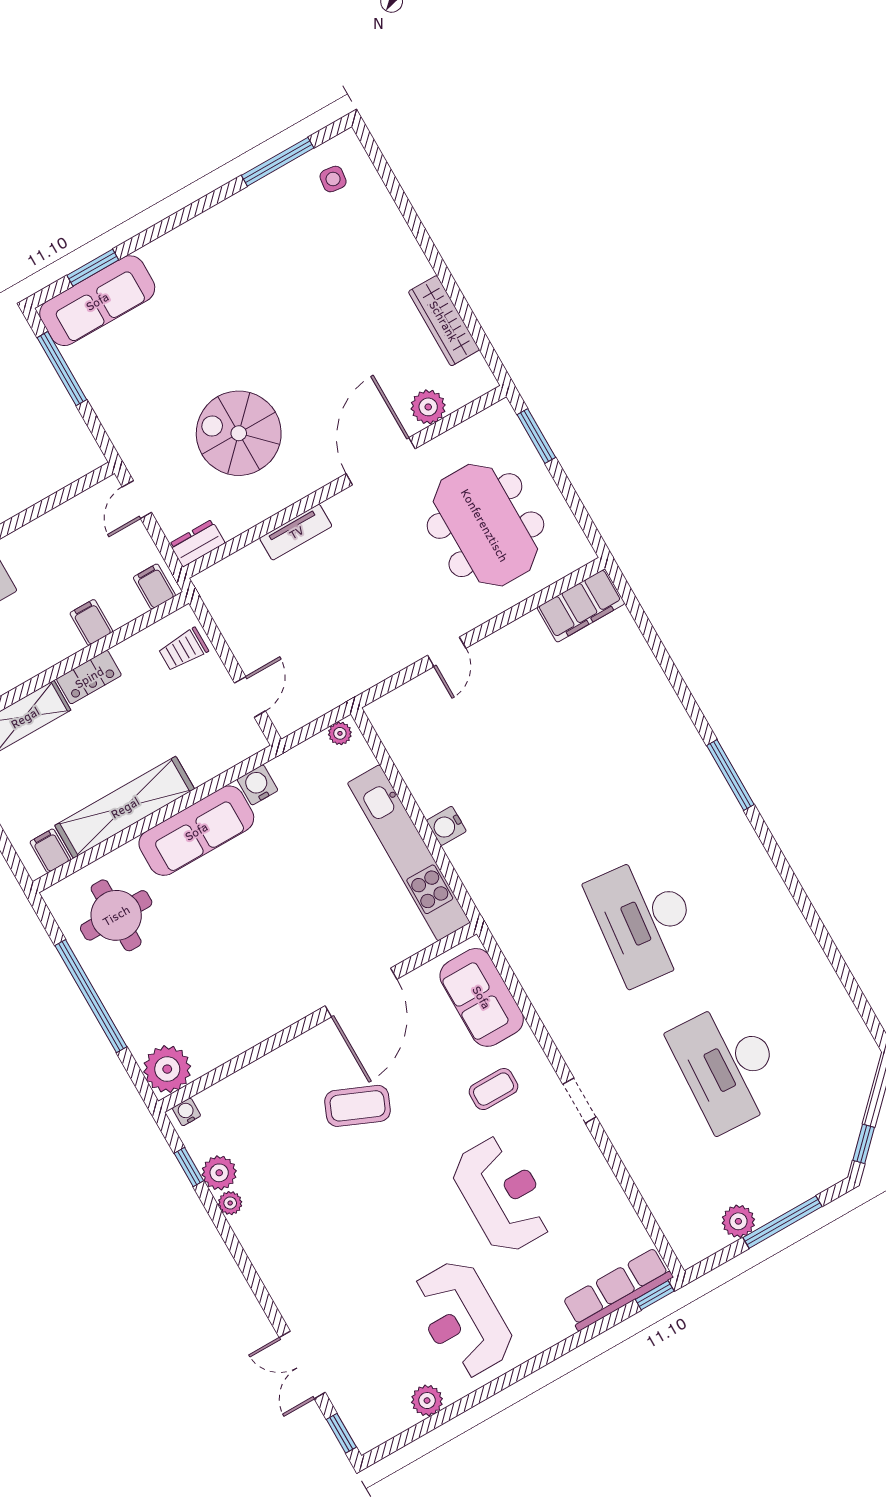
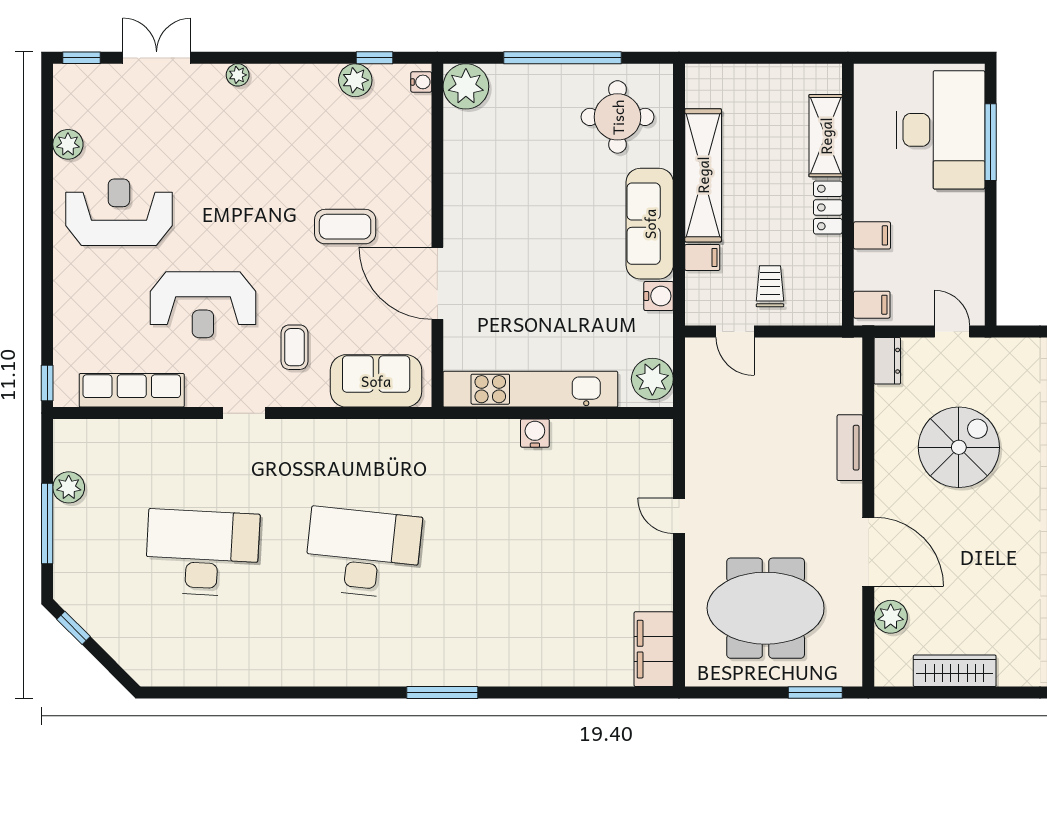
trolley: (183, 650) -> (770, 286), moved
plant: (340, 733) -> (652, 379), width x1.88, depth x1.88
filing cabinet: (50, 851) -> (702, 257), moved
coffee table: (358, 1106) -> (345, 227), turned 67
plant: (230, 1203) -> (238, 75), moved
row of seats: (617, 1289) -> (132, 390), moved, turned -90

